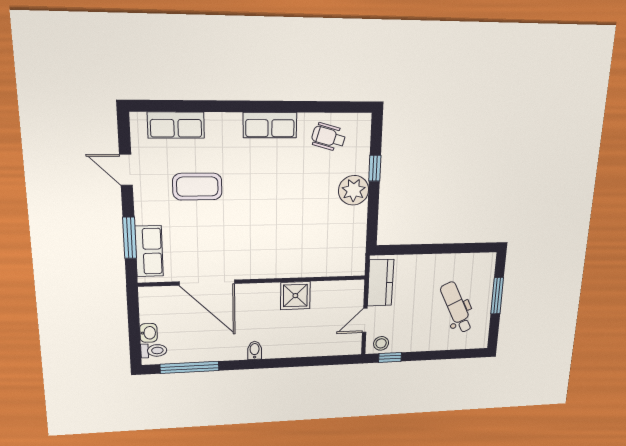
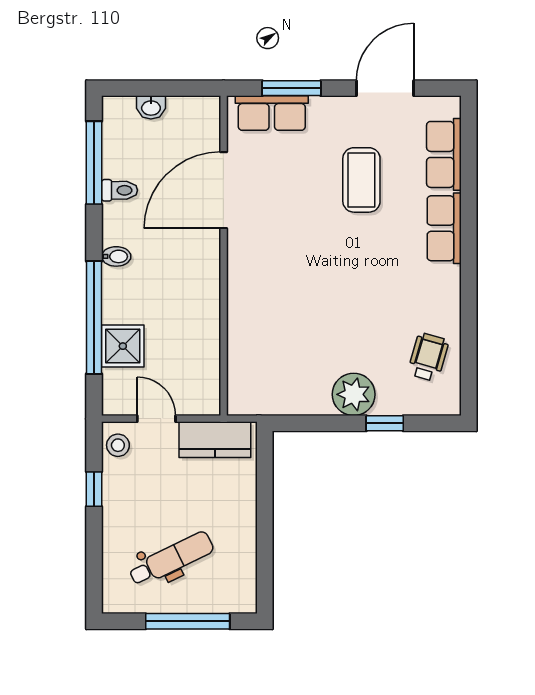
row of seats: (270, 125) -> (444, 228), moved
door: (126, 170) -> (385, 88), width x1.38
shower: (295, 296) -> (123, 346), moved
window: (497, 296) -> (188, 621), width x1.44
toilet: (154, 351) -> (120, 190), moved, turned -90
window: (390, 357) -> (94, 489), moved
window: (296, 362) -> (94, 318), added

